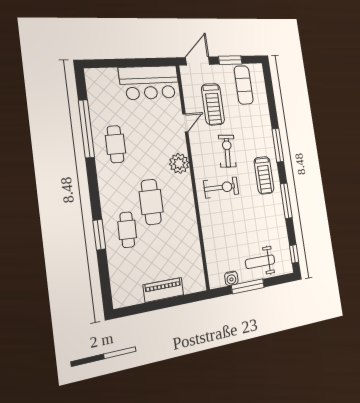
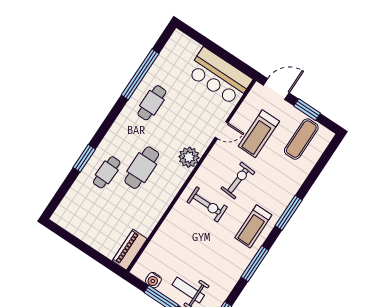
piano: (163, 290) -> (130, 250), moved, turned -90

